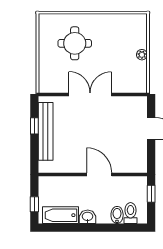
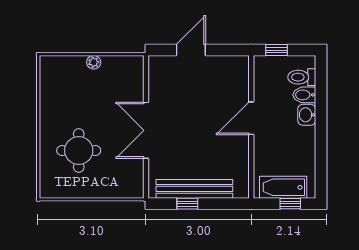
bathtub: (60, 215) -> (283, 187), moved, turned 90
washbasin: (88, 217) -> (307, 115), moved

